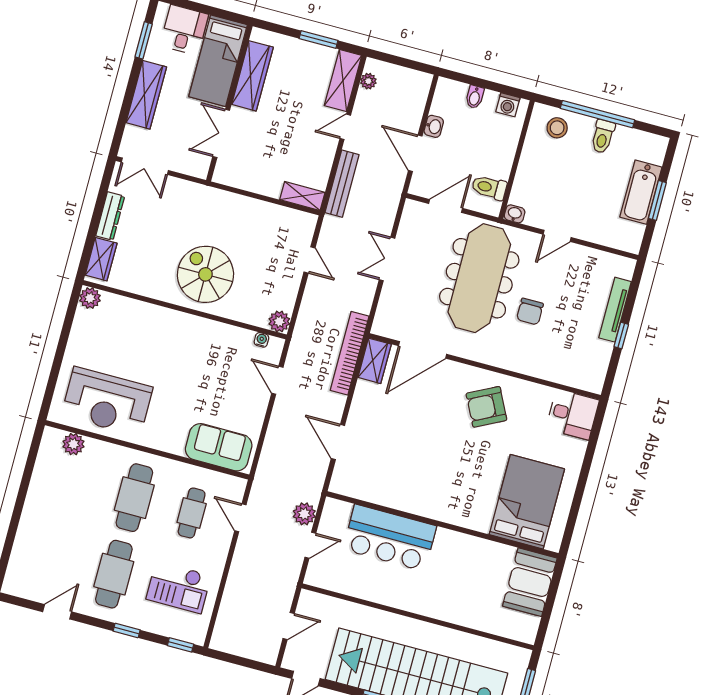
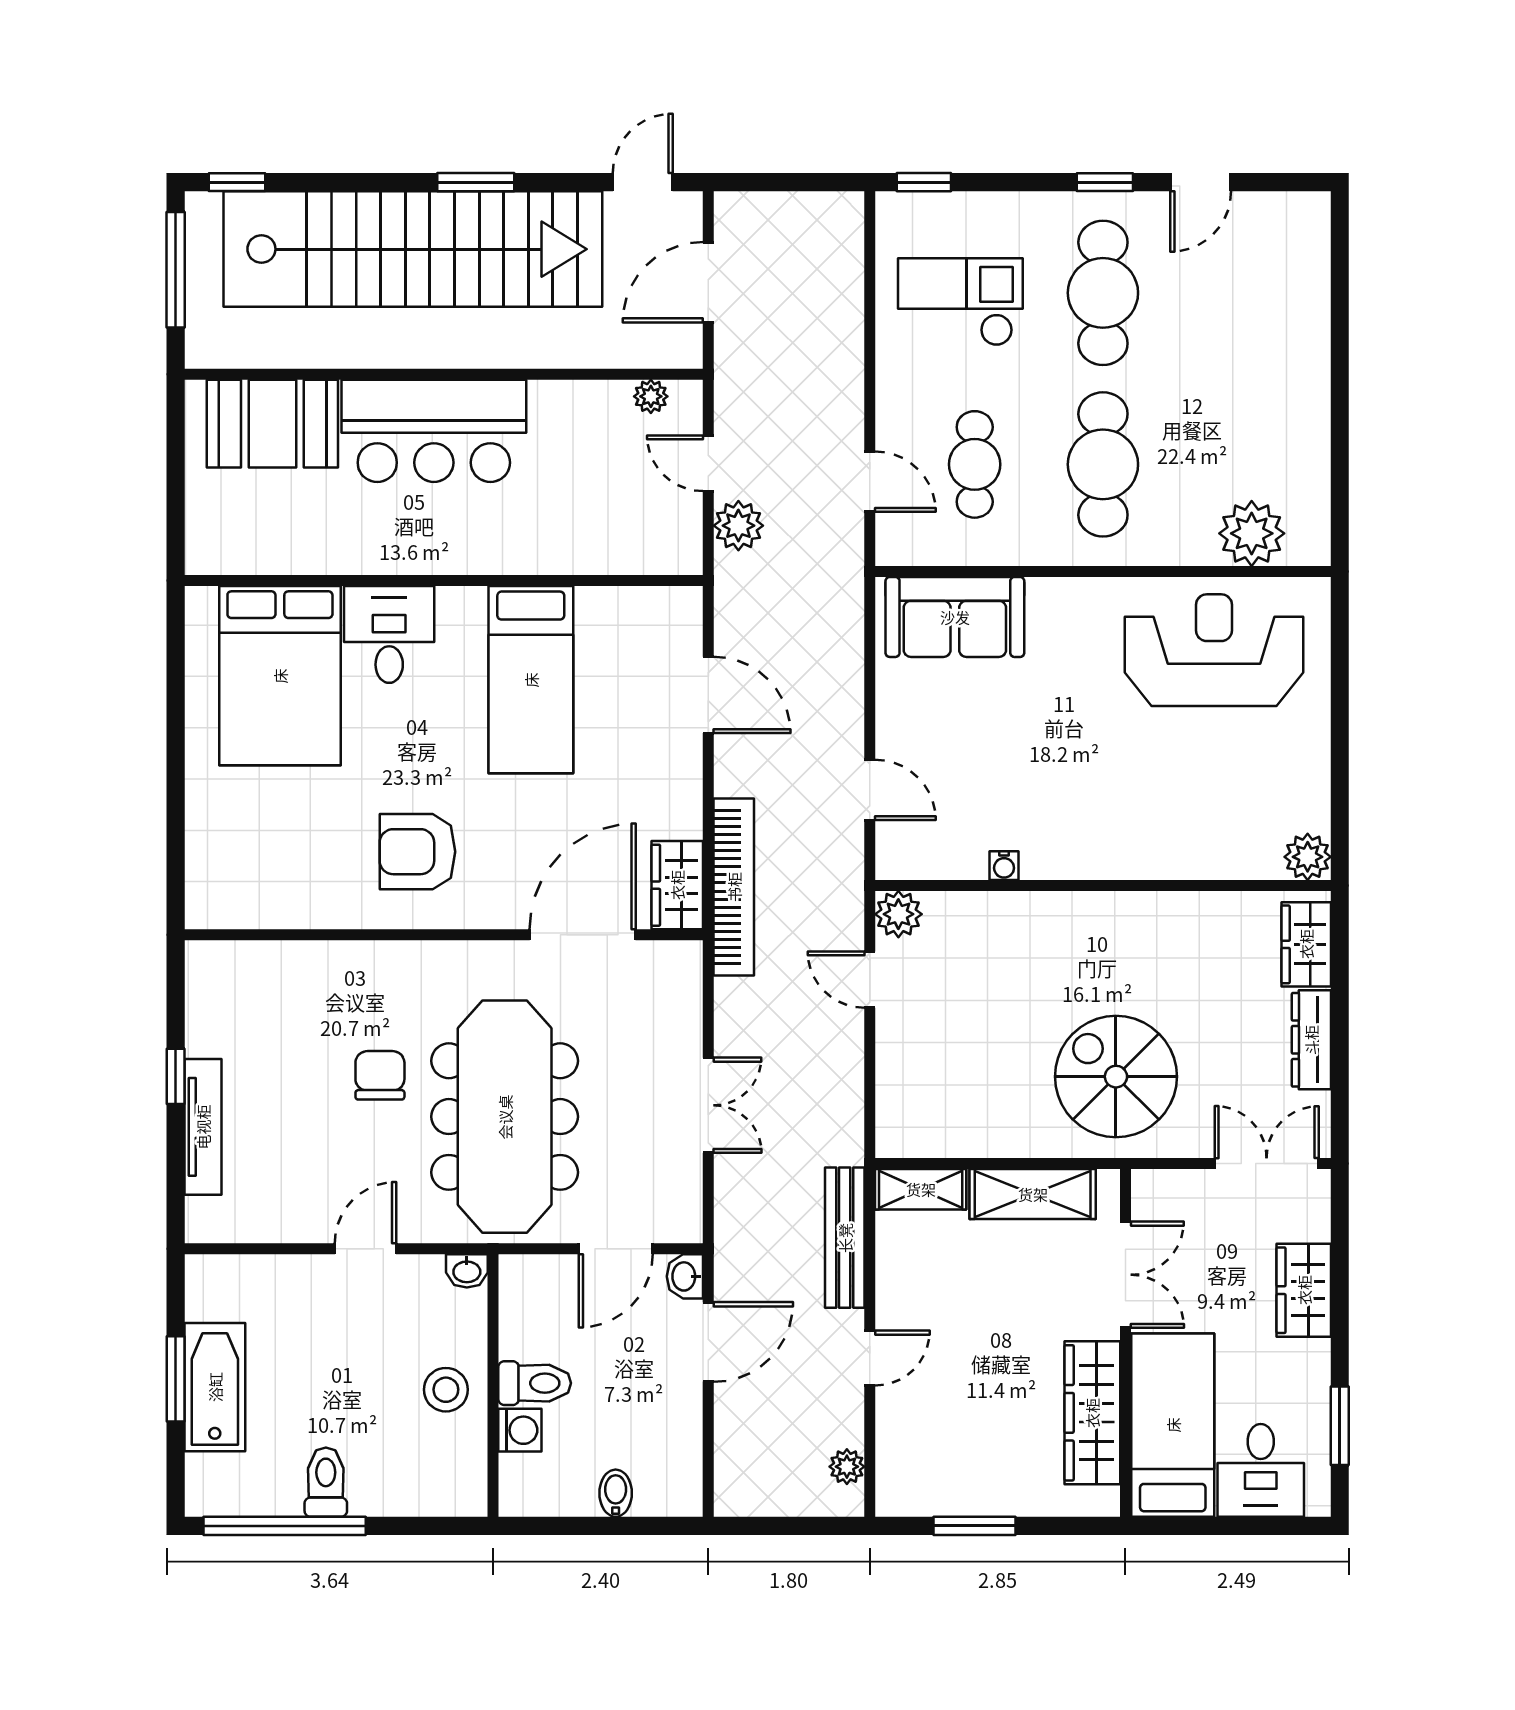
shelving: (343, 80) -> (1033, 1194), moved, turned 90
wardrobe: (146, 95) -> (1304, 1290), width x0.67
washing machine: (508, 105) -> (520, 1430), moved, turned 90
window: (597, 114) -> (285, 1526), moved
washbasin: (434, 126) -> (685, 1276), moved
stool: (557, 128) -> (446, 1390), moved
door: (415, 153) -> (708, 1342), hinge flipped
toilet: (489, 187) -> (535, 1383), moved
door: (310, 260) -> (870, 980), moved
spiral stairs: (205, 274) -> (1116, 1077), moved, turned 180
water cooler: (261, 340) -> (1004, 866), moved
armchair: (486, 407) -> (417, 852), turned -153
desk: (573, 414) -> (389, 634), moved, turned 90
plant: (73, 444) -> (1252, 533), width x1.36, depth x1.36
bed: (415, 470) -> (531, 680), added
bar counter: (390, 538) -> (434, 431), moved, turned 180
door: (310, 545) -> (708, 463), hinge flipped
plant: (328, 582) -> (651, 396), added
booth: (530, 582) -> (272, 424), moved, turned 90
door: (289, 626) -> (708, 282), width x1.38
window: (127, 630) -> (1105, 182), moved

